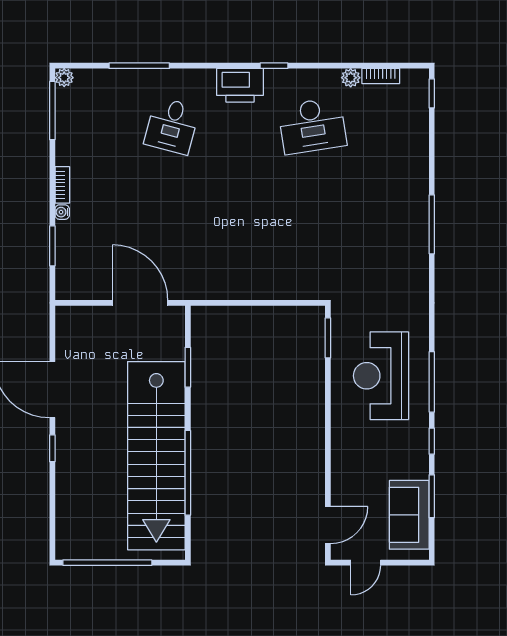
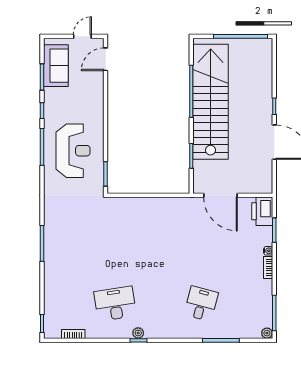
plant: (351, 78) -> (138, 333), moved
printer: (240, 85) -> (262, 211), moved, turned -90

